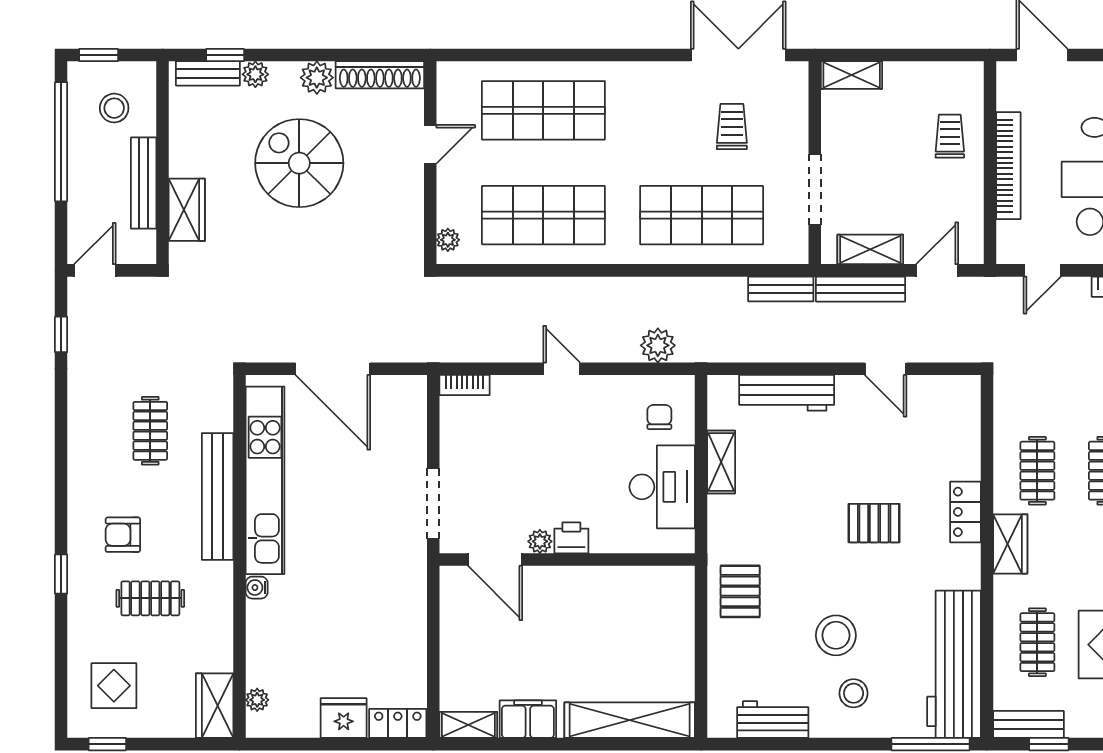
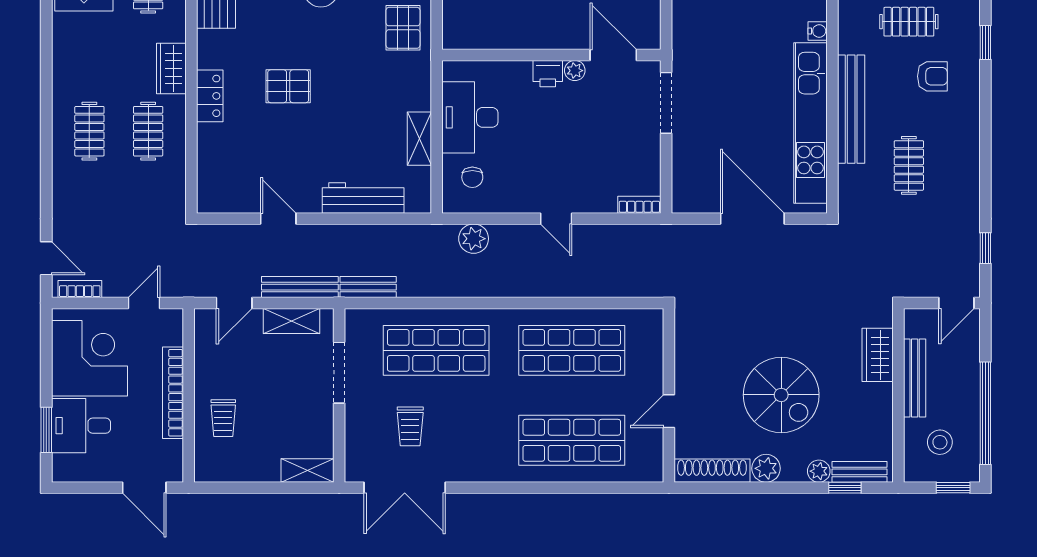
plant: (448, 240) -> (654, 329), removed

